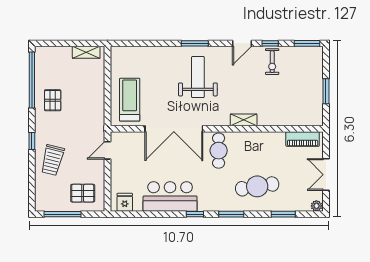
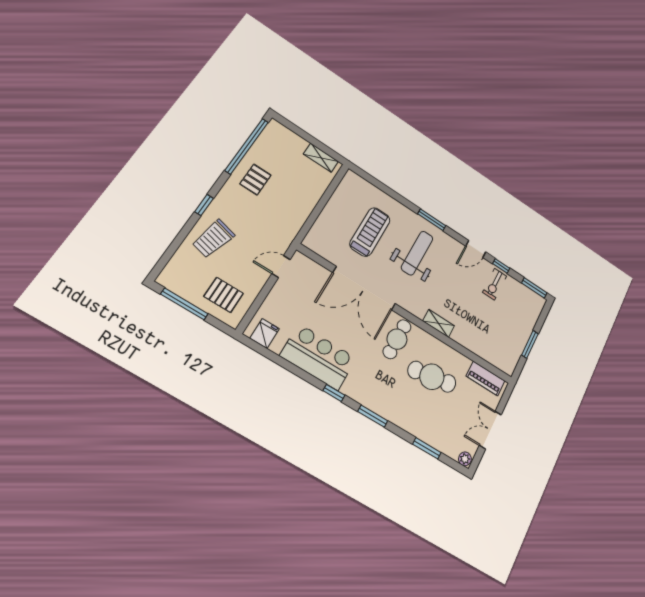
treadmill: (130, 100) -> (370, 232), moved
cafe table: (257, 186) -> (432, 377), moved

